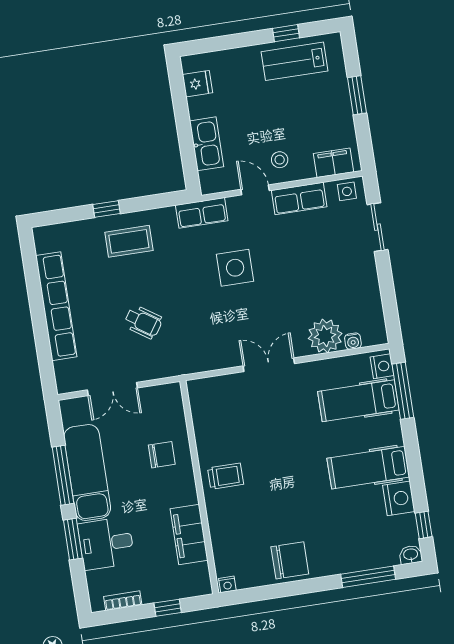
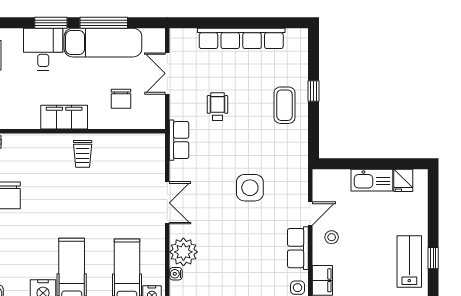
kitchen sink: (207, 144) -> (372, 180), moved
row of seats: (202, 213) -> (179, 140), moved, turned 180
wheelchair: (143, 322) -> (217, 107), turned 146
chair: (162, 455) -> (121, 99), moved
filing cabinet: (189, 535) -> (64, 117), moved

